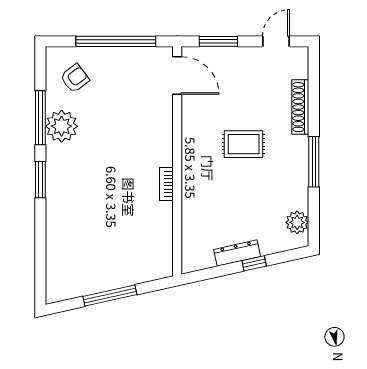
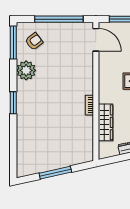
window: (40, 118) -> (13, 43), moved
wardrobe: (193, 212) -> (105, 122), added

